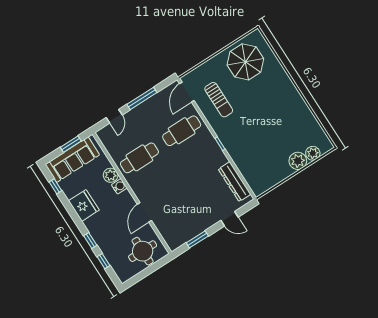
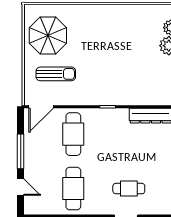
door: (187, 92) -> (41, 107), hinge flipped
sun lounger: (219, 100) -> (56, 74), moved
cafe table: (167, 201) -> (129, 189), added

